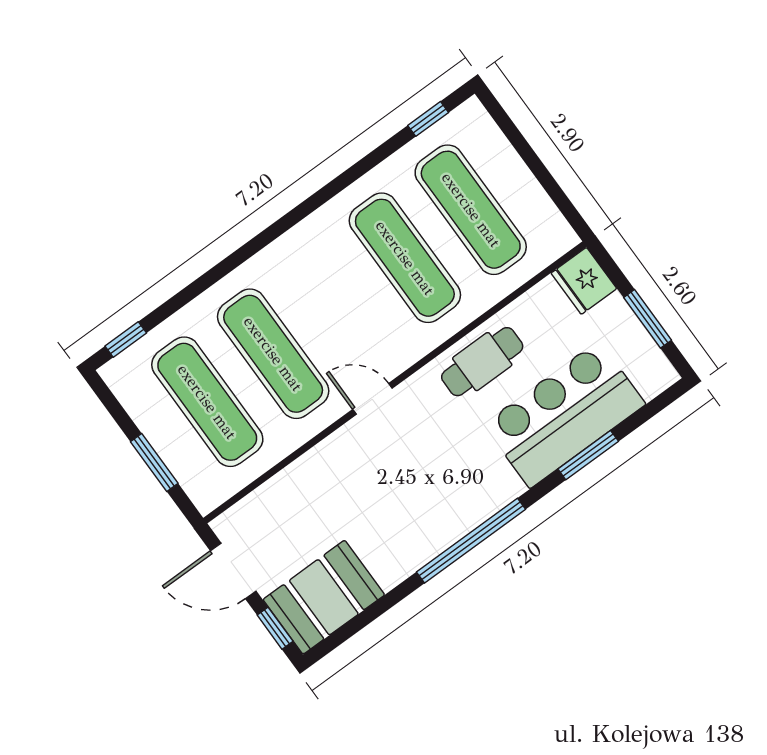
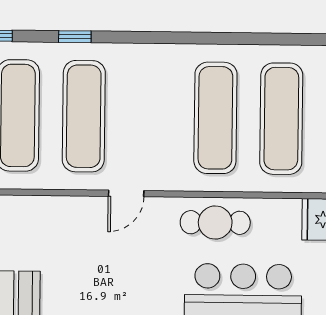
window: (428, 119) -> (75, 37), moved
door: (372, 399) -> (126, 193), swing flipped

